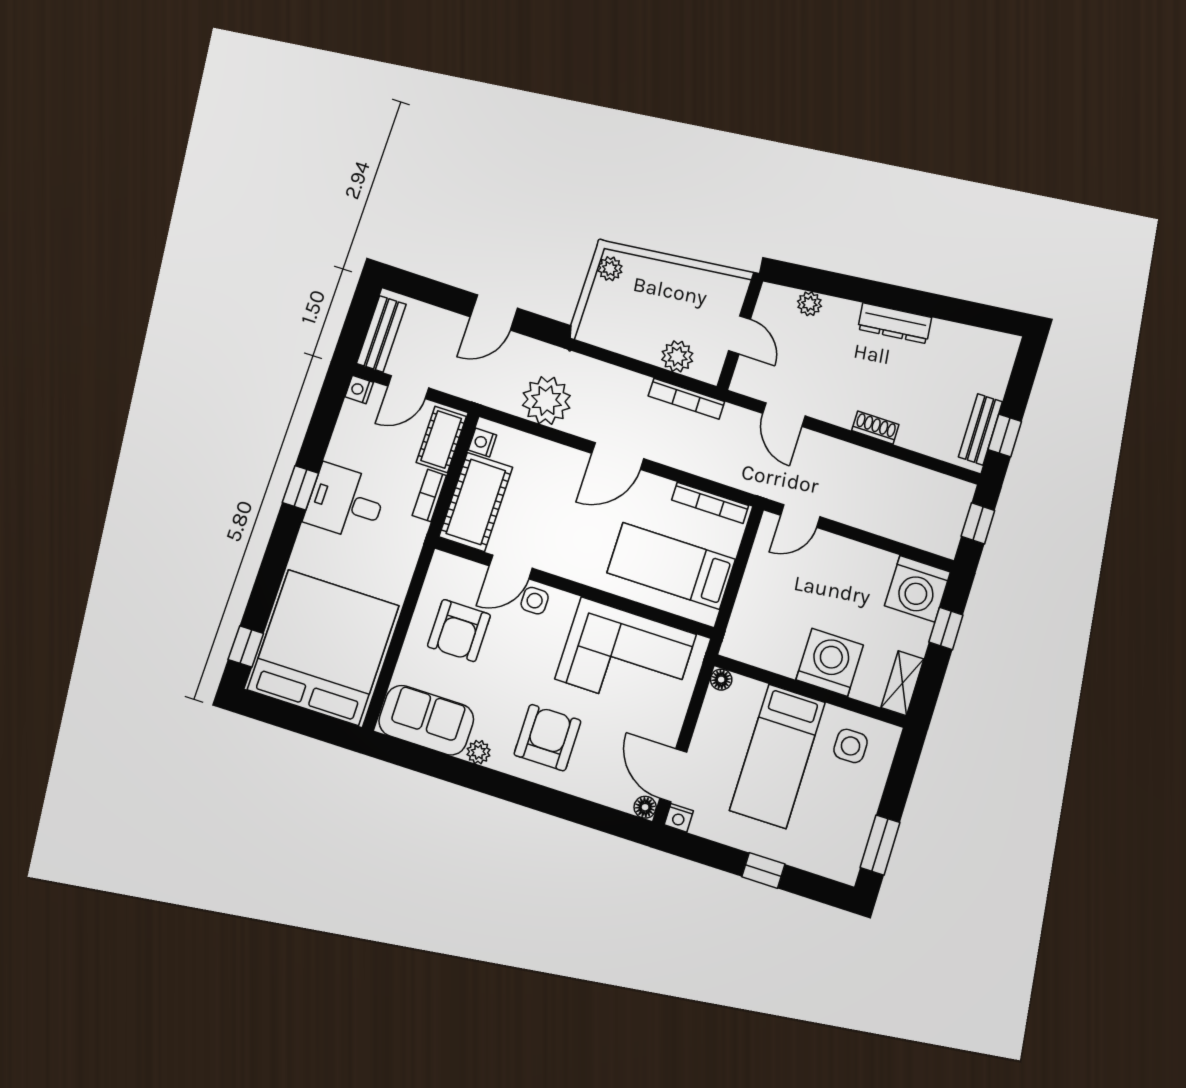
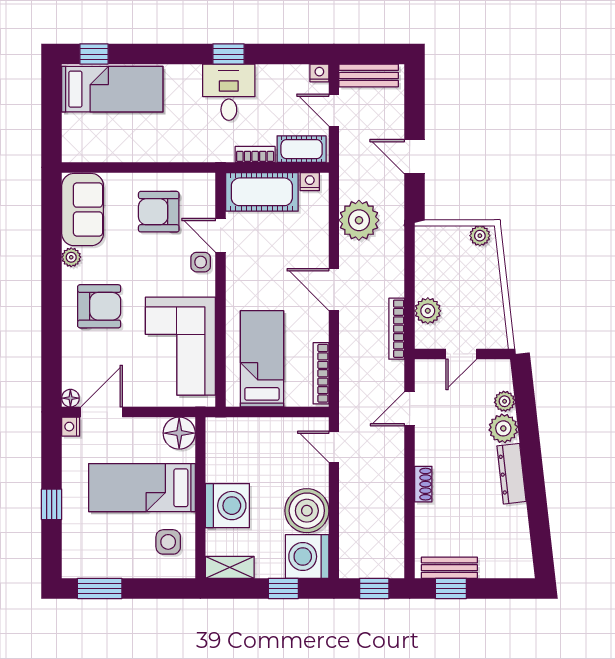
plant: (840, 315) -> (503, 428), added
boiler: (864, 572) -> (307, 511), added
bed: (323, 647) -> (112, 89), width x0.49
floor lamp: (721, 680) -> (179, 433), width x1.89, depth x1.89

